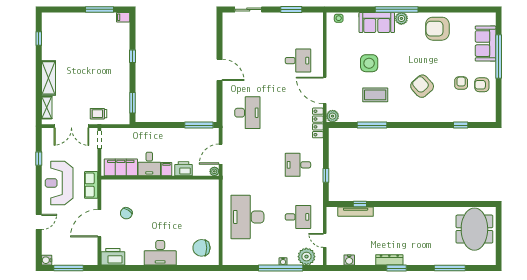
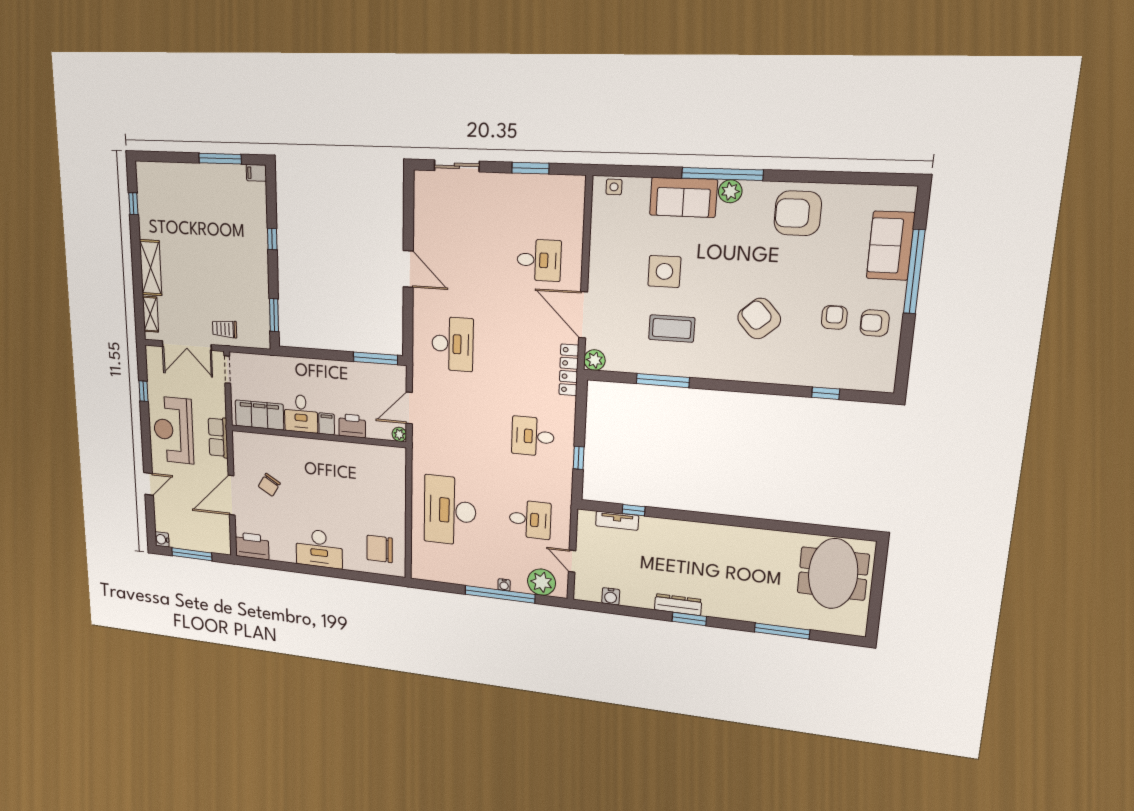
tv unit: (356, 212) -> (617, 521), width x0.71

